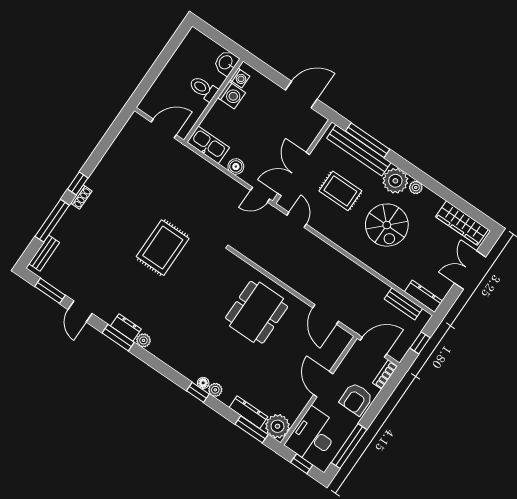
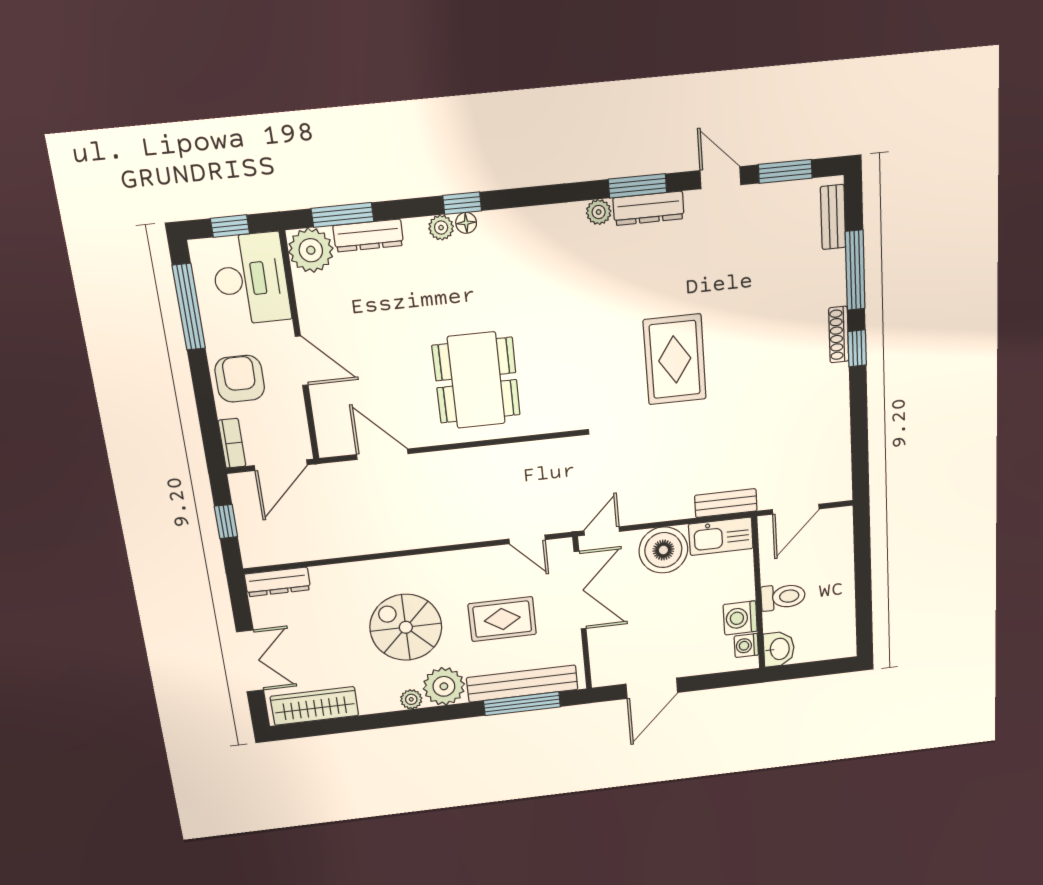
boiler: (236, 167) -> (663, 550), width x1.86, depth x1.86
shoe rack: (81, 197) -> (839, 335), width x1.43
bench: (403, 304) -> (726, 503), moved
dresser: (126, 327) -> (649, 208), width x1.44

